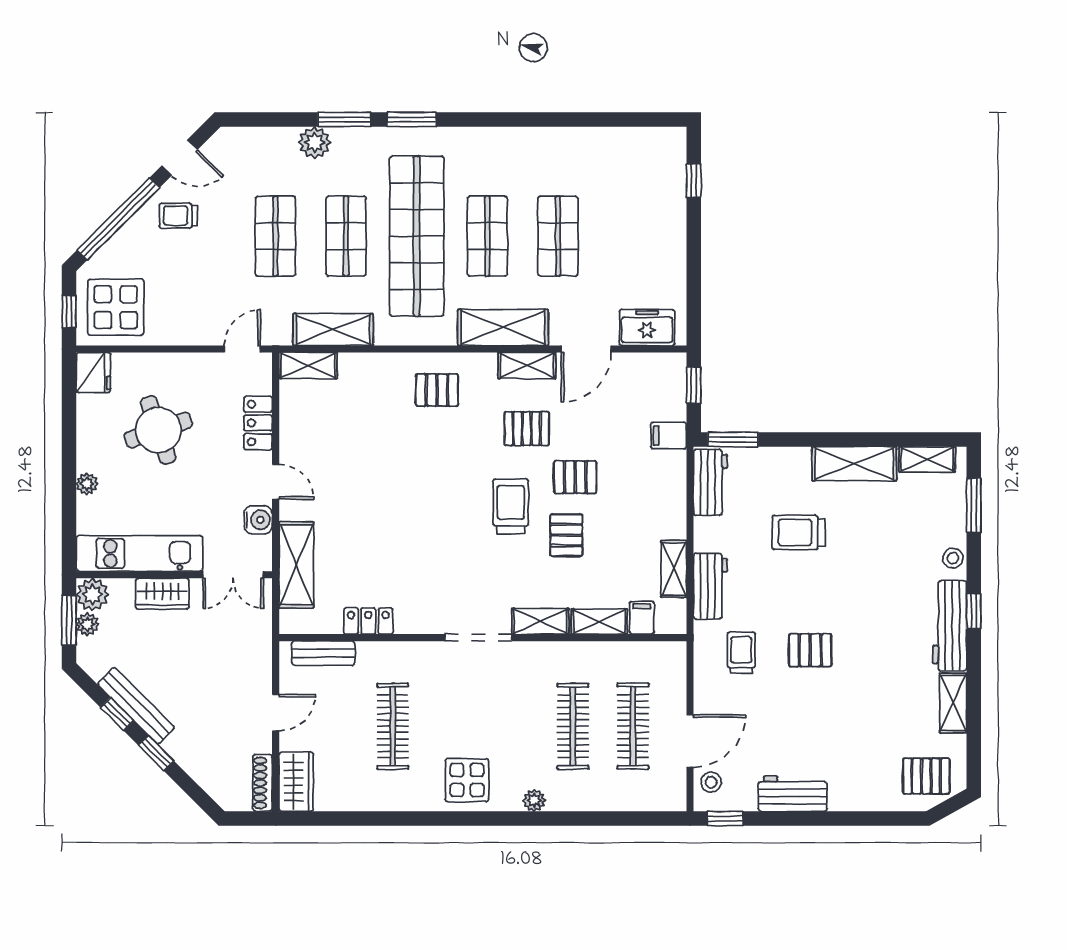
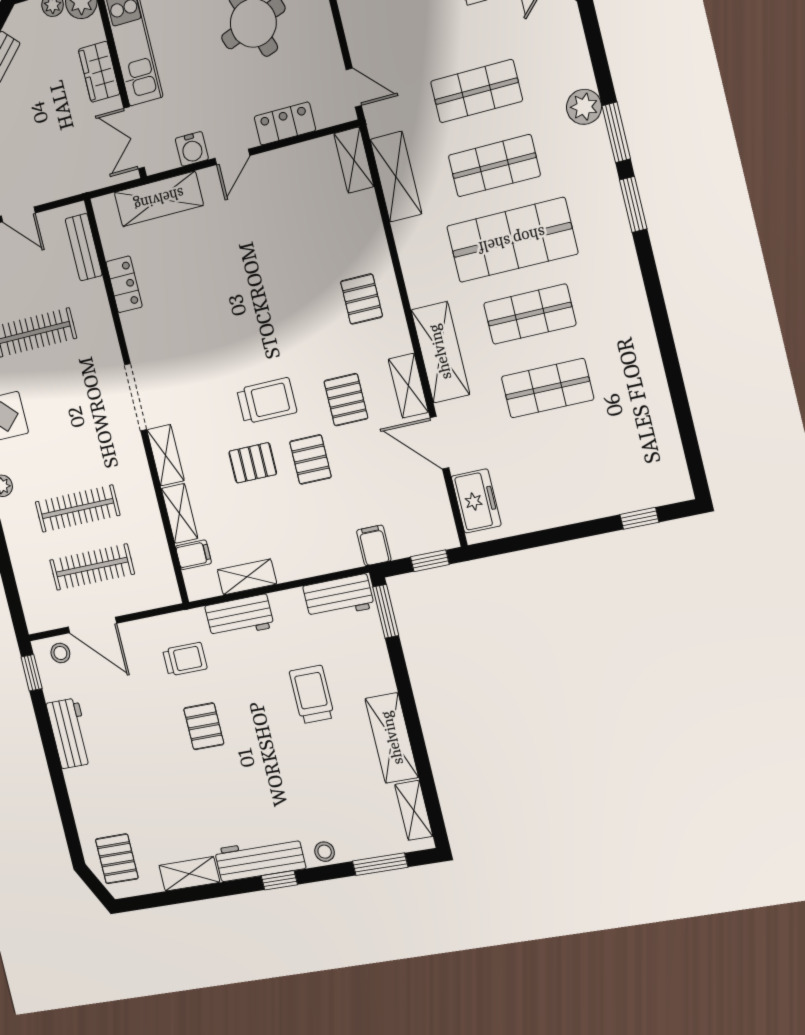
shop shelf: (417, 236) -> (512, 240), width x0.71

